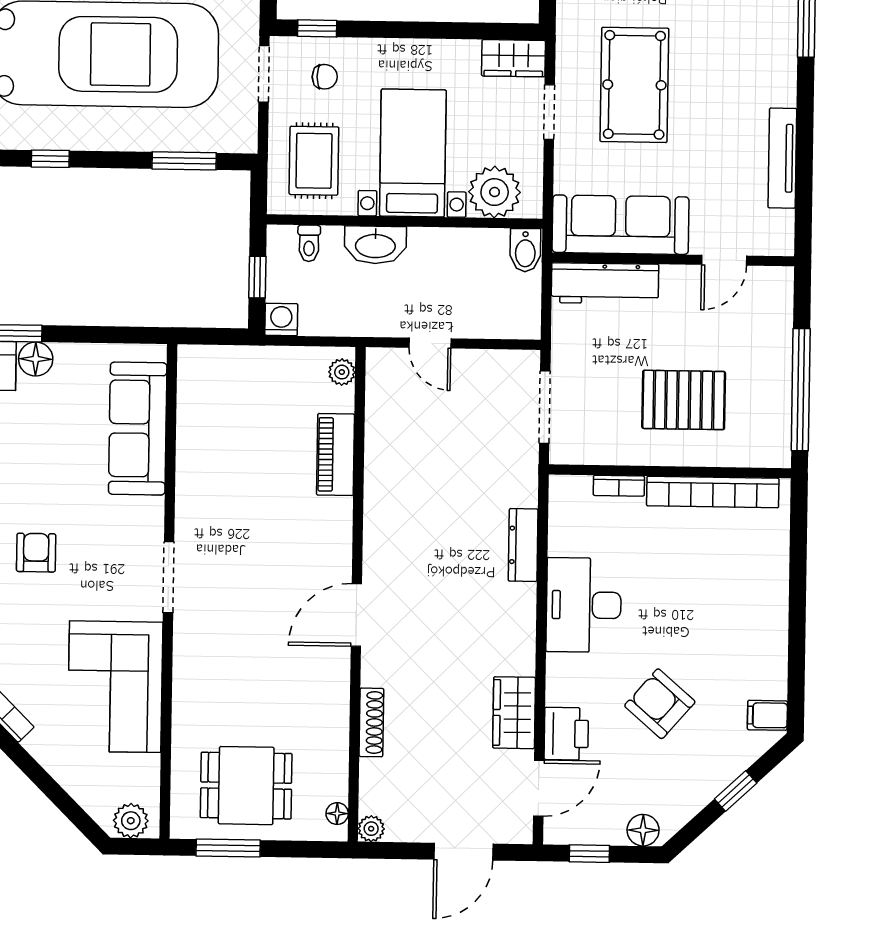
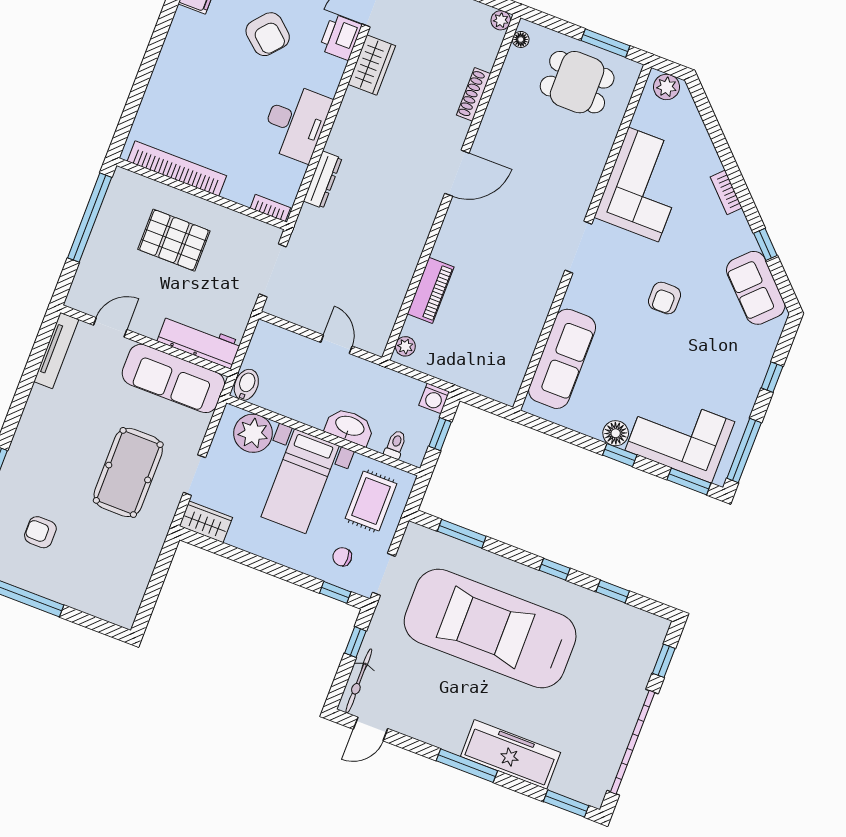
tv unit: (782, 158) -> (56, 351), moved
bookcase: (619, 486) -> (270, 208), moved

